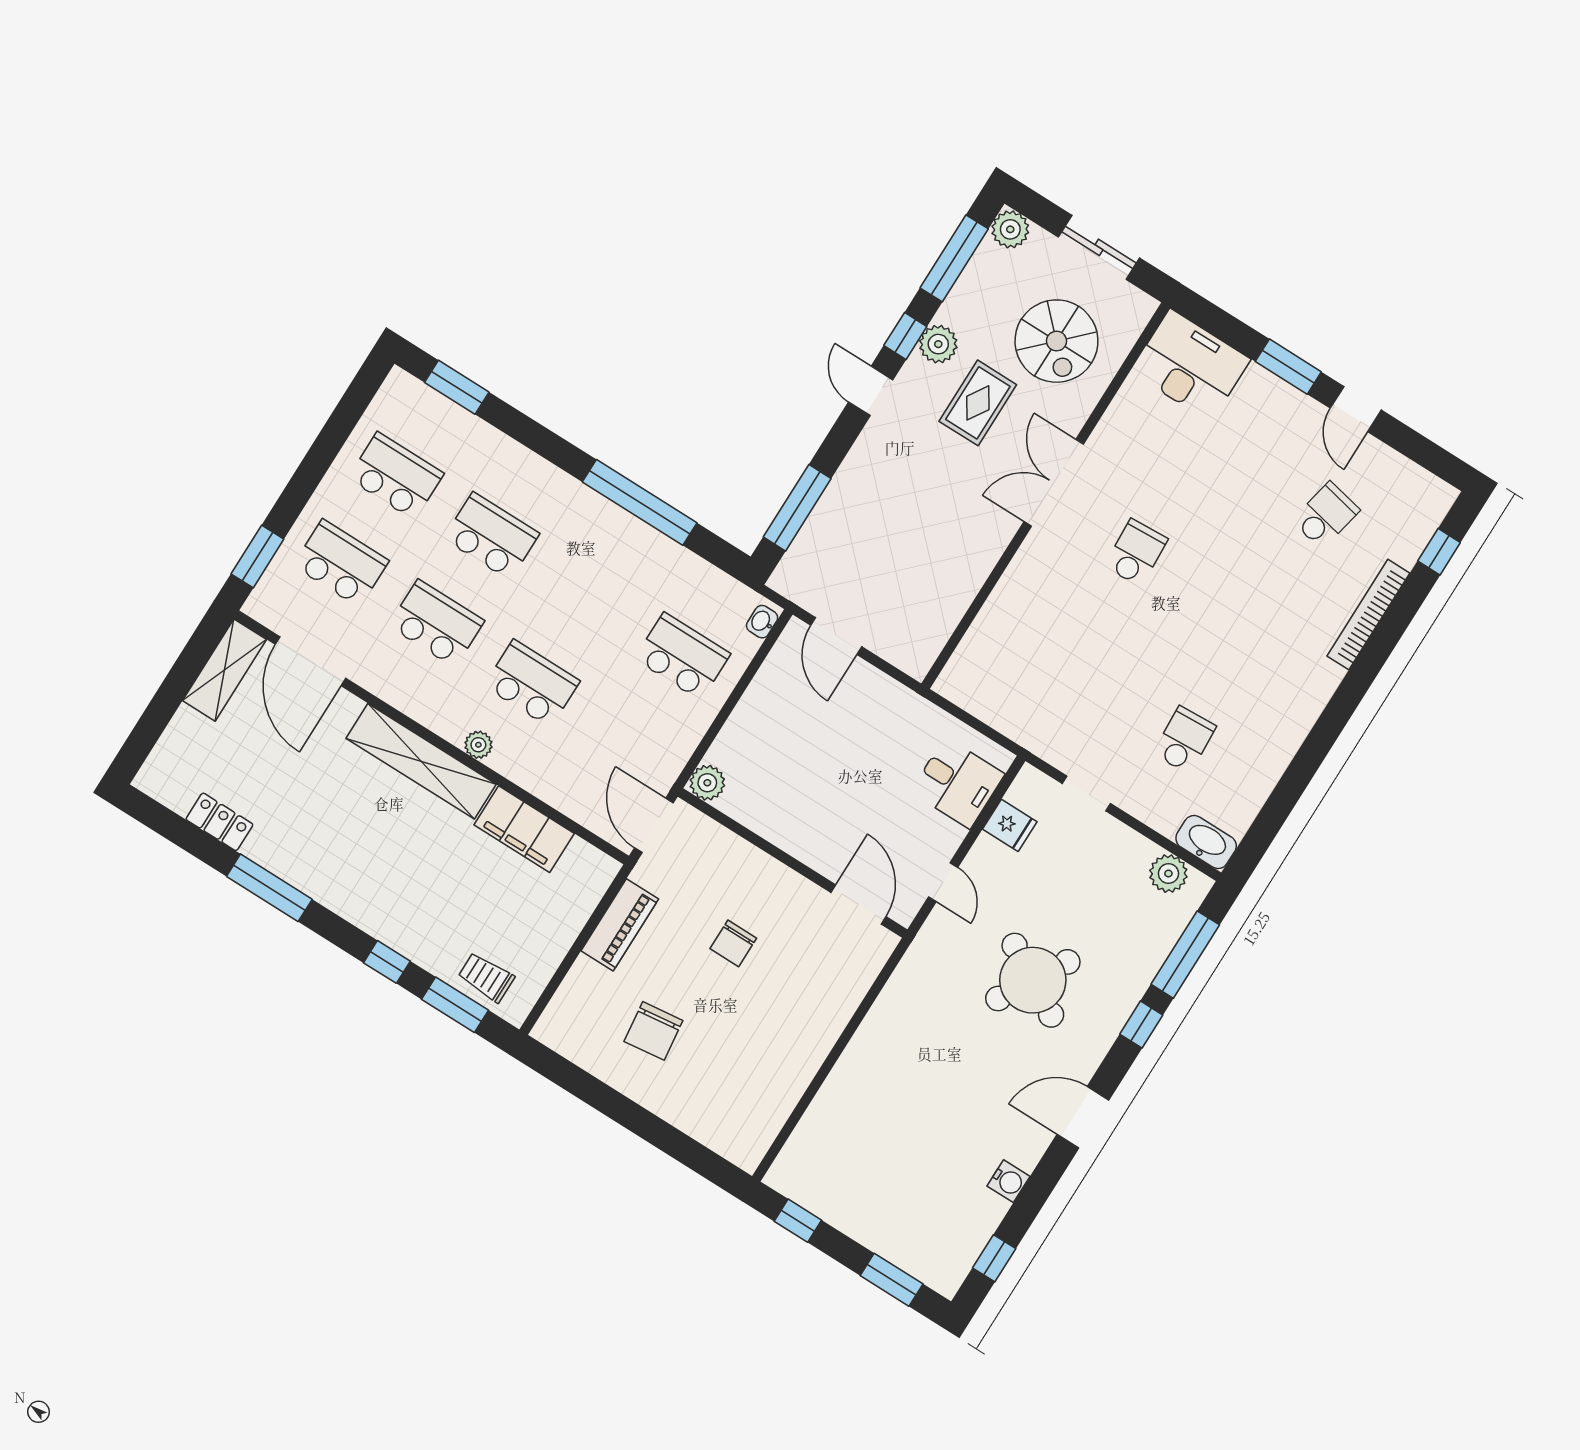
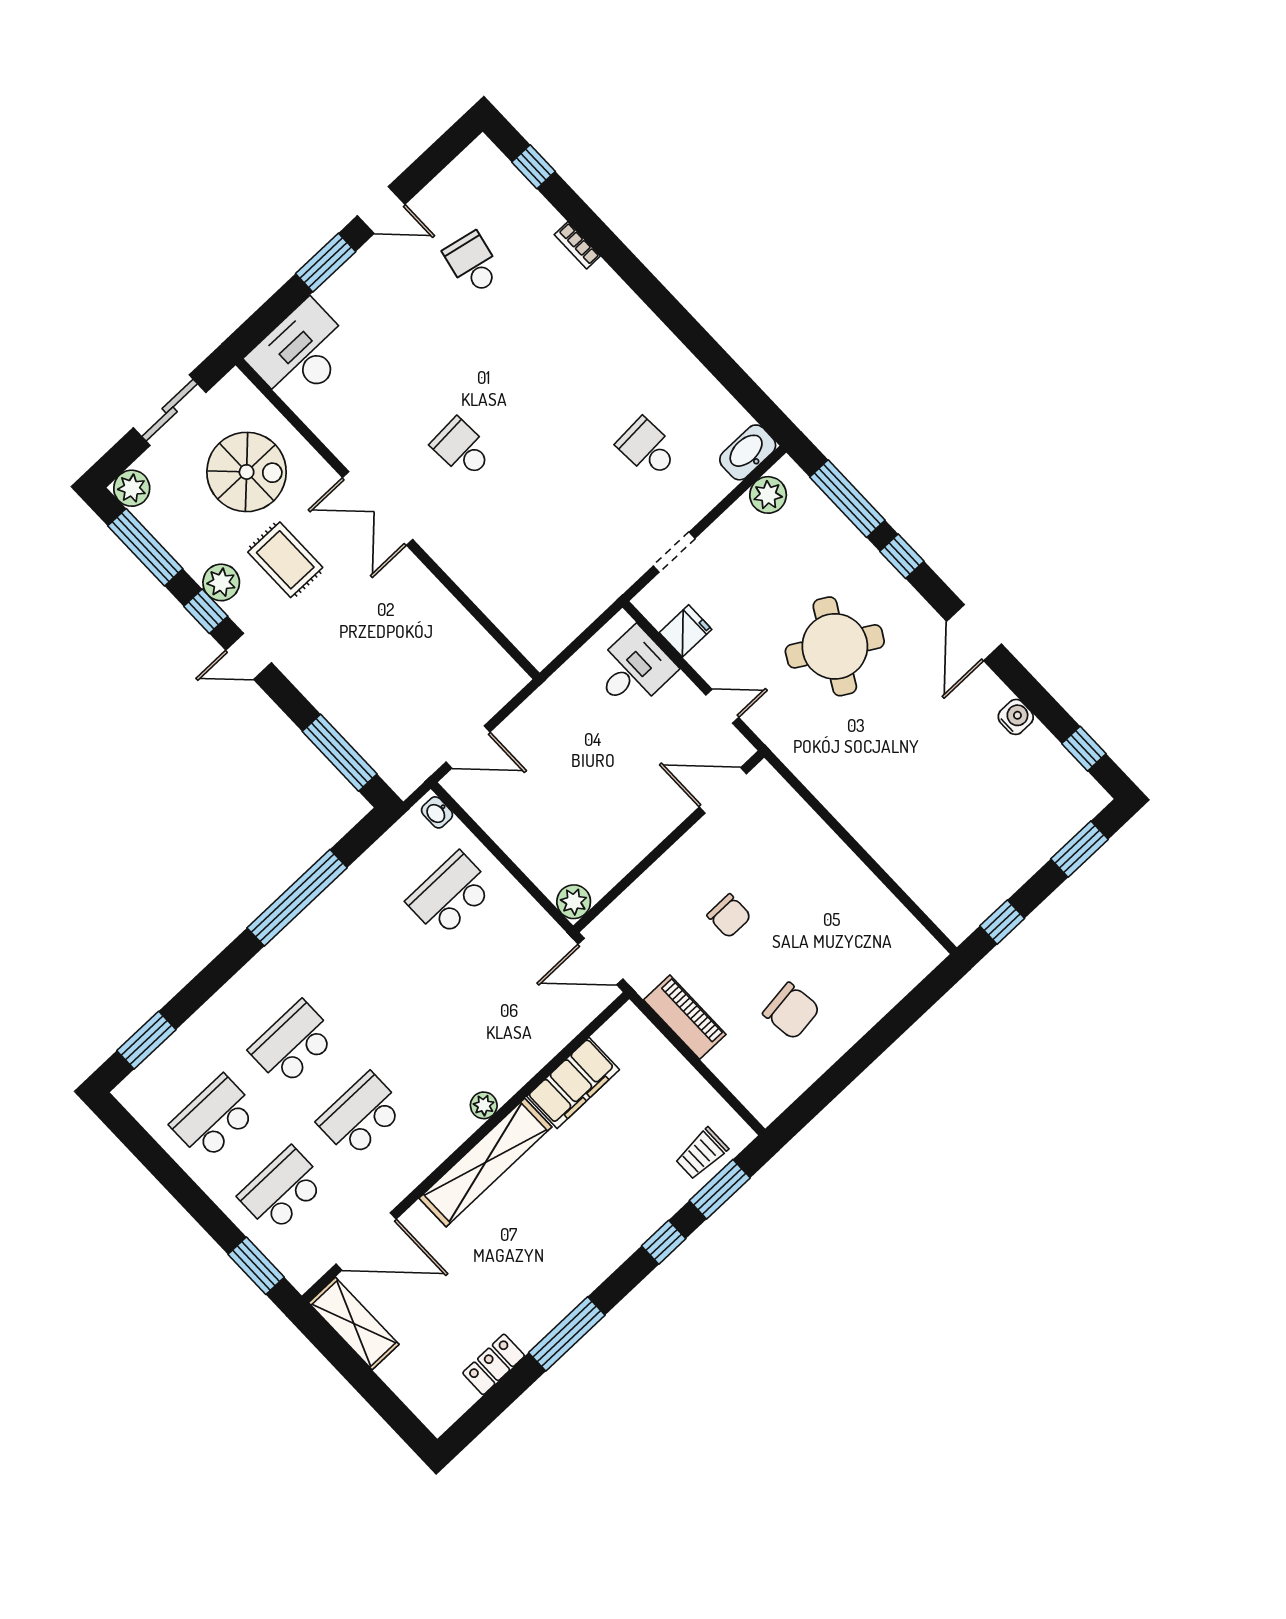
bookcase: (1368, 615) -> (577, 245), width x0.43, depth x0.76
school desk: (532, 683) -> (440, 1041), removed

